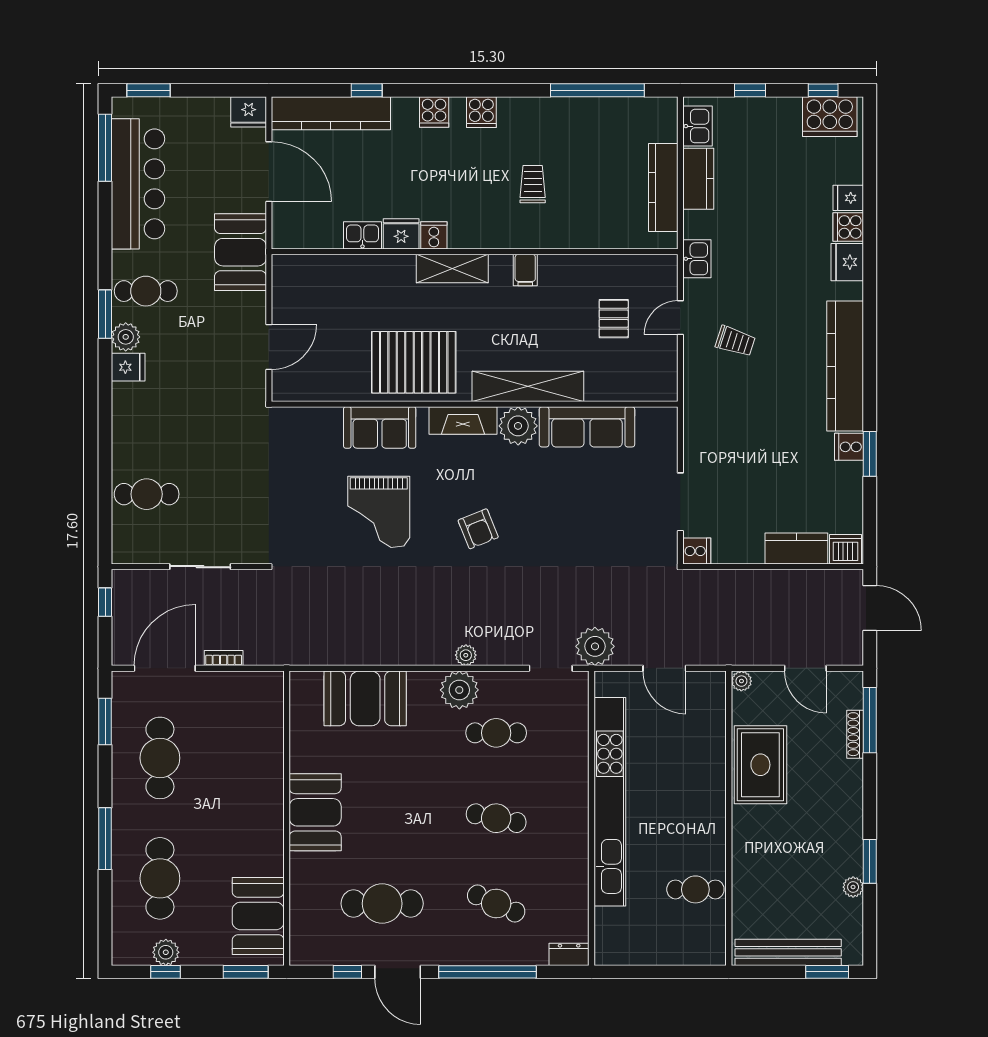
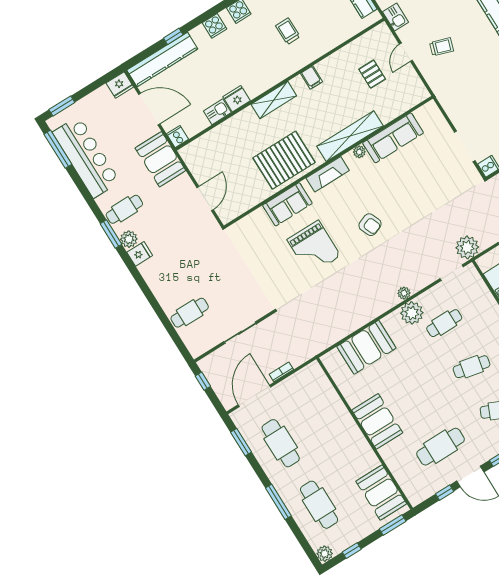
cooker: (434, 235) -> (178, 137), moved
plant: (518, 426) -> (359, 152), width x0.53, depth x0.53
plant: (166, 952) -> (325, 554), moved

